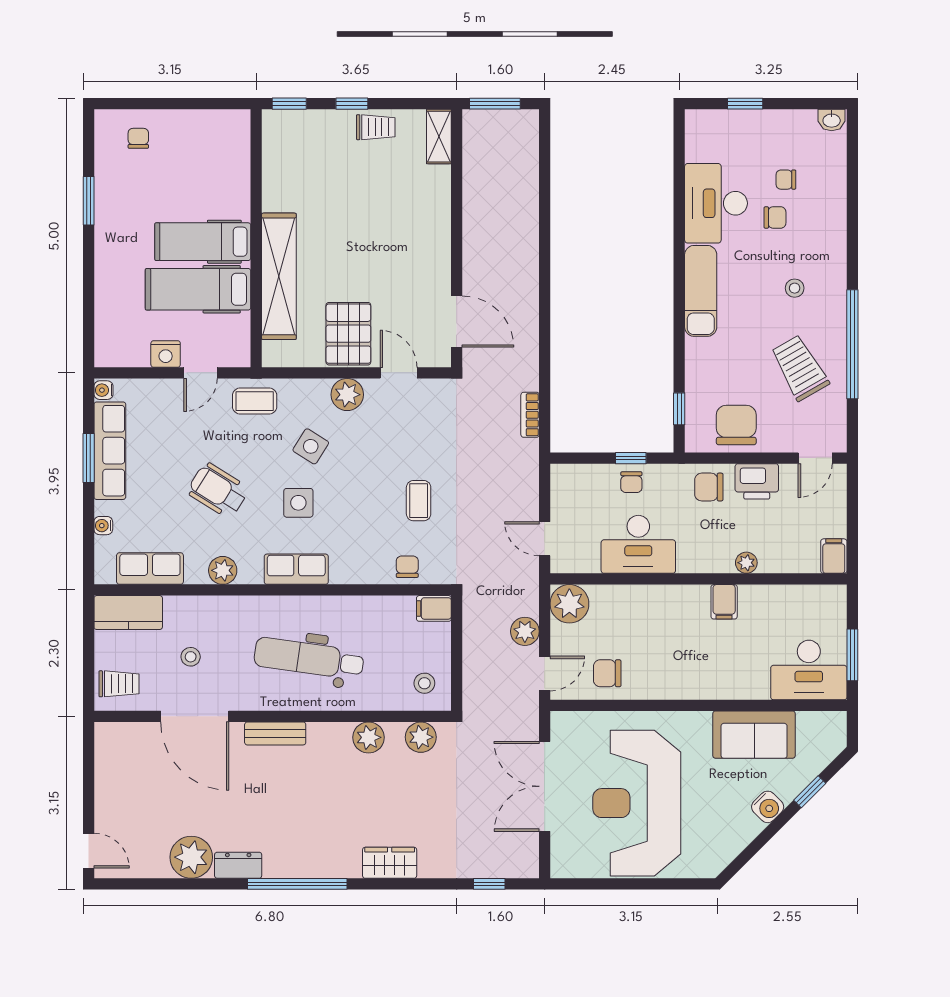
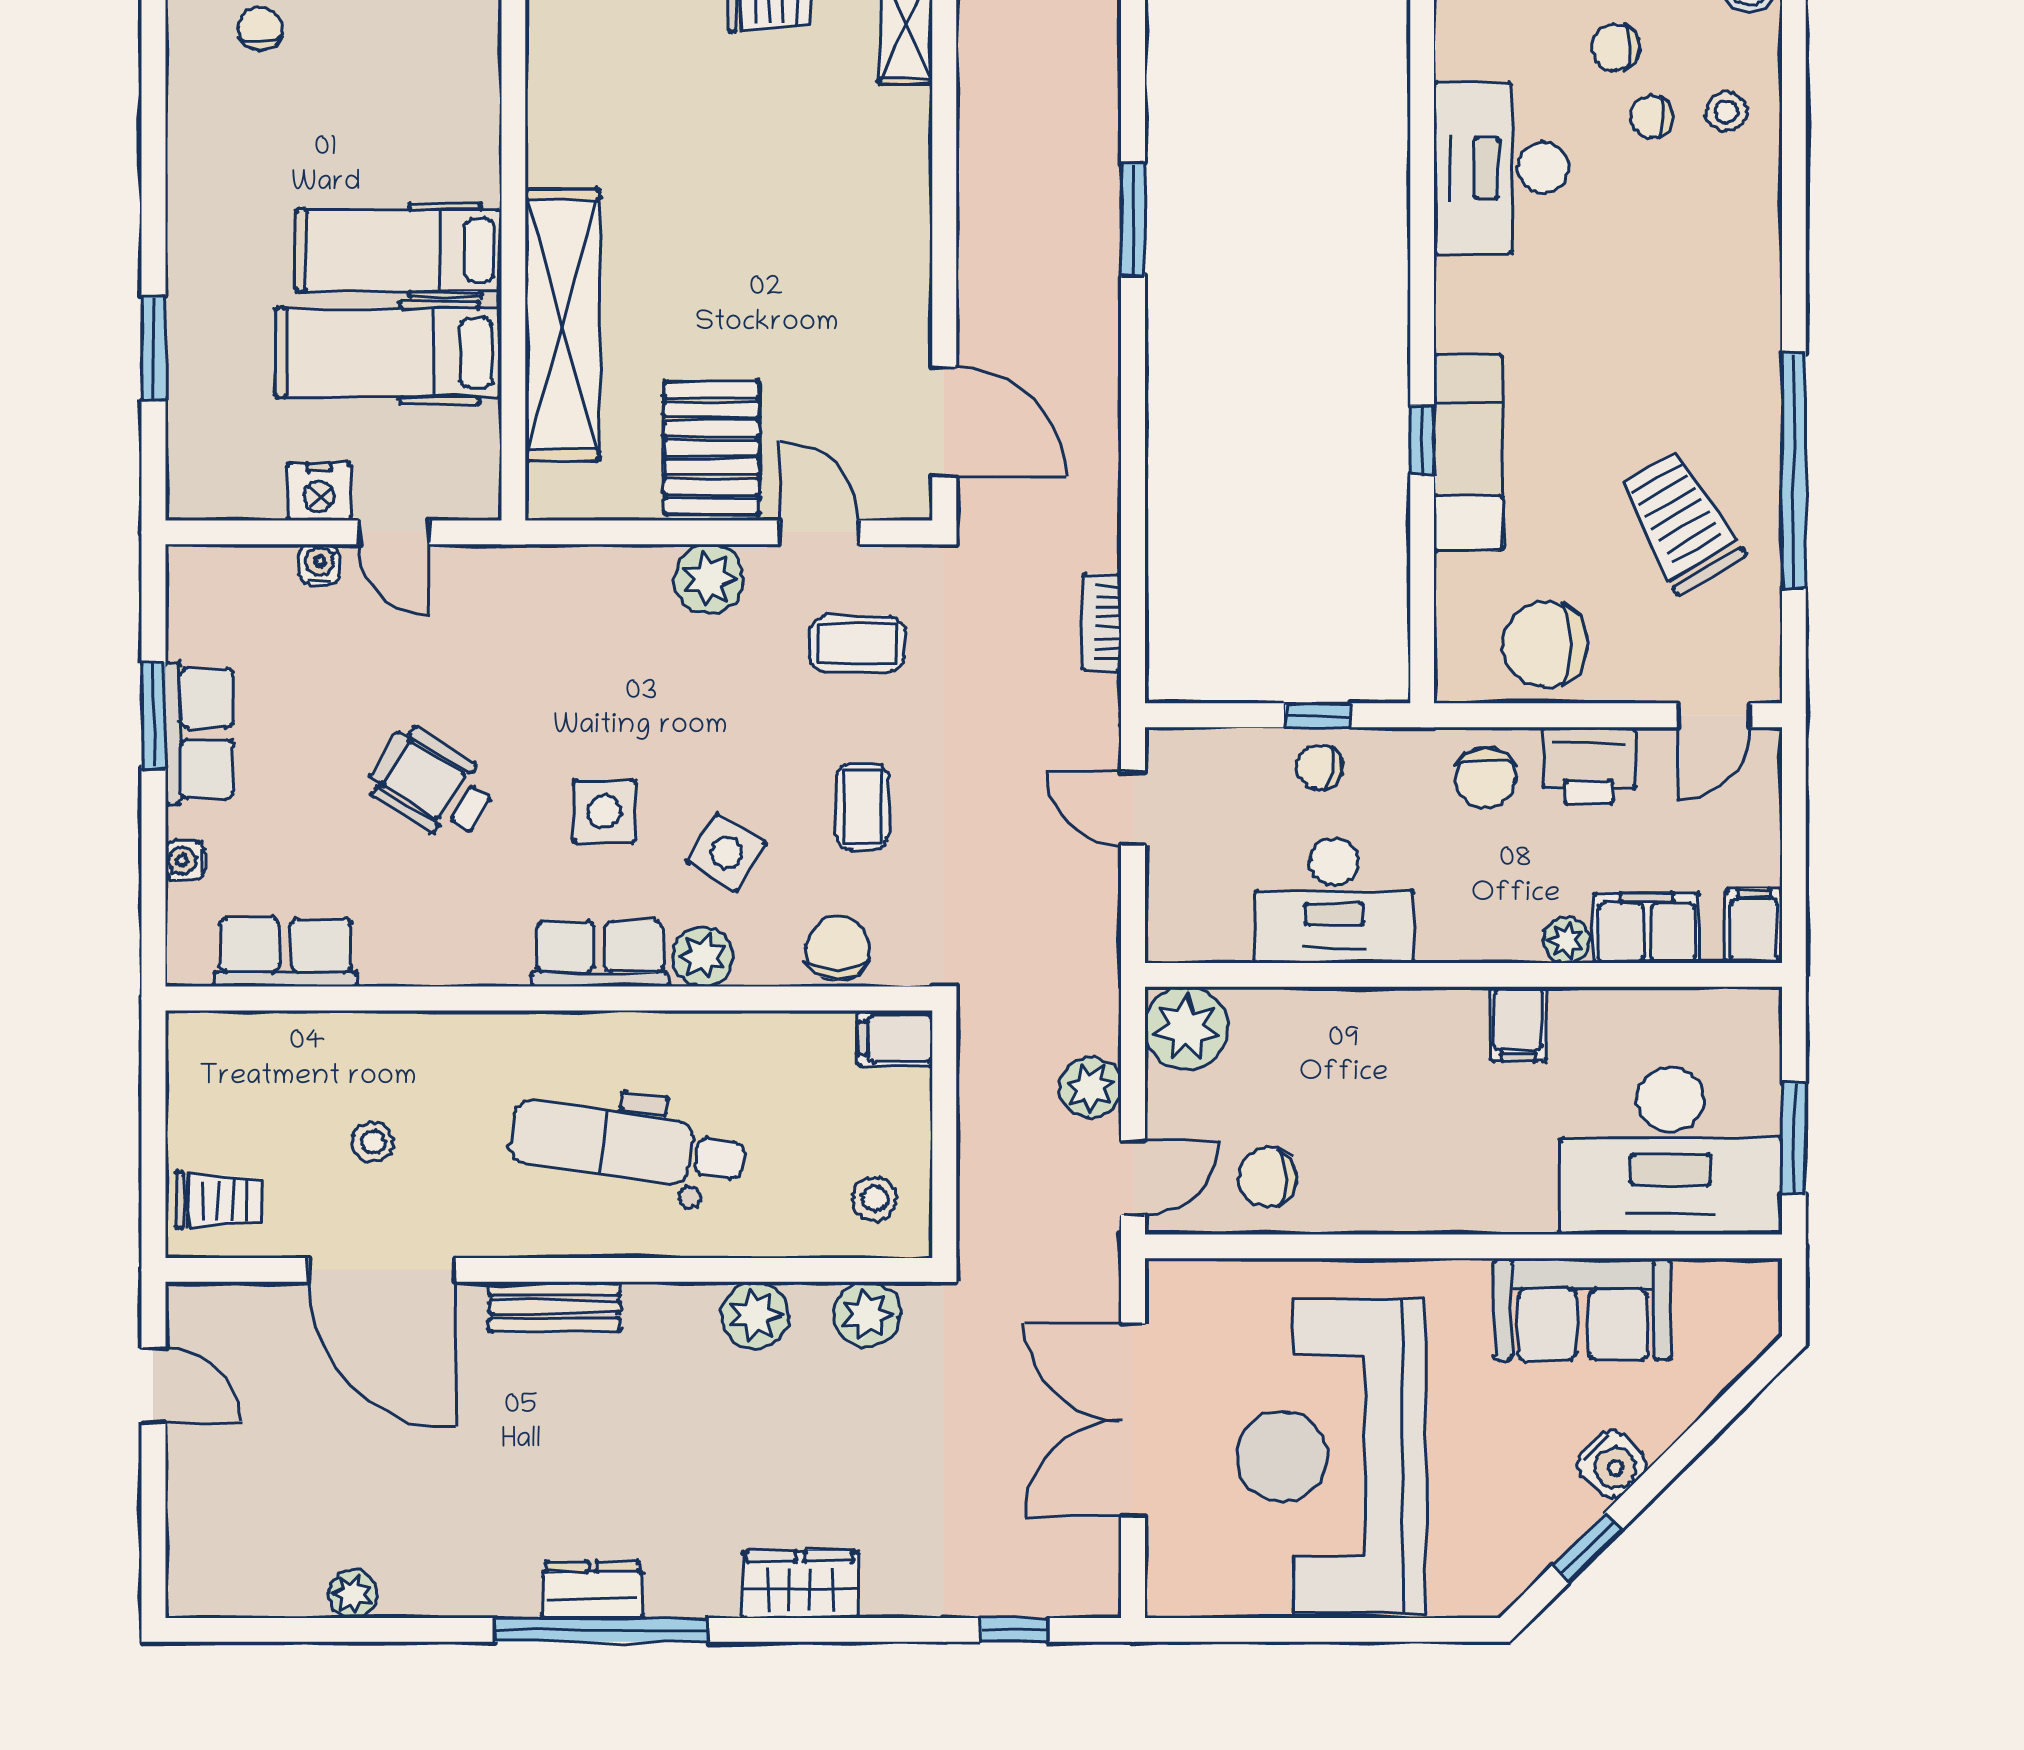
window: (89, 201) -> (153, 348), moved
chair: (775, 217) -> (1615, 47), moved, turned 180
window: (545, 227) -> (1133, 219), added
stool: (795, 288) -> (1726, 112), moved
exam couch: (701, 291) -> (1468, 452), moved
door: (200, 373) -> (394, 532), hinge flipped
water cooler: (103, 390) -> (319, 564), moved, turned 90
coffee table: (255, 401) -> (857, 644), moved
window: (679, 409) -> (1422, 440), moved
chair: (736, 425) -> (1545, 644), turned -90
side table: (311, 446) -> (726, 853), moved
row of seats: (110, 451) -> (199, 733), width x0.68
chair: (631, 482) -> (1319, 767), turned 101
chair: (709, 487) -> (1486, 777), turned -90
door: (545, 539) -> (1133, 808), moved
filing cabinet: (784, 557) -> (1647, 928), added
chair: (407, 567) -> (838, 948), width x1.37, depth x1.37
plant: (223, 570) -> (703, 956), moved
kitchen counter: (128, 613) -> (239, 1047), removed
desk: (809, 670) -> (1671, 1151), width x1.36, depth x1.30
window: (810, 792) -> (1588, 1547), moved
door: (89, 851) -> (153, 1385), moved
plant: (191, 857) -> (353, 1594), width x0.53, depth x0.53
dresser: (238, 865) -> (592, 1590), moved

